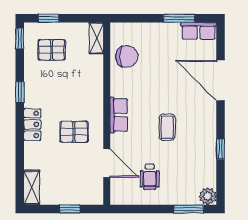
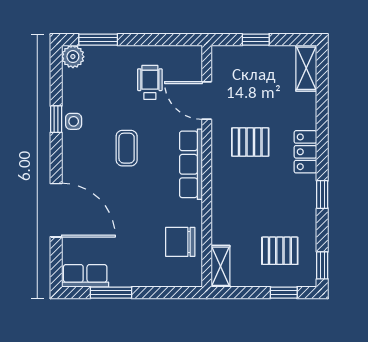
row of seats: (119, 115) -> (191, 164), width x1.48
side table: (207, 147) -> (74, 121), added

